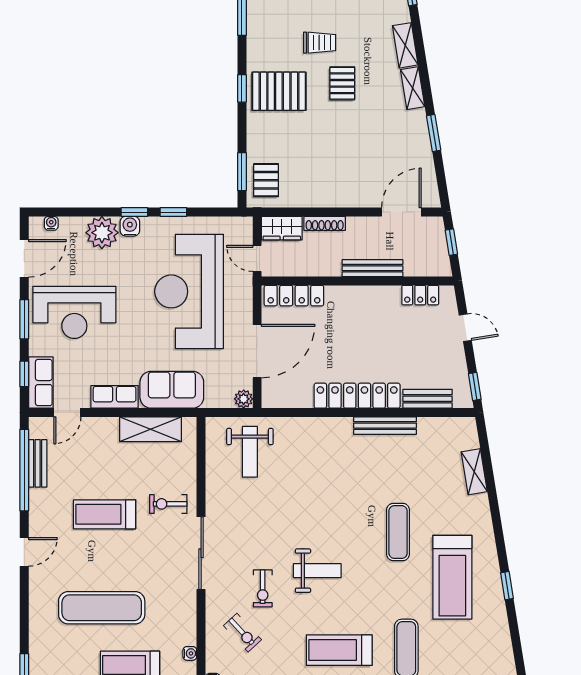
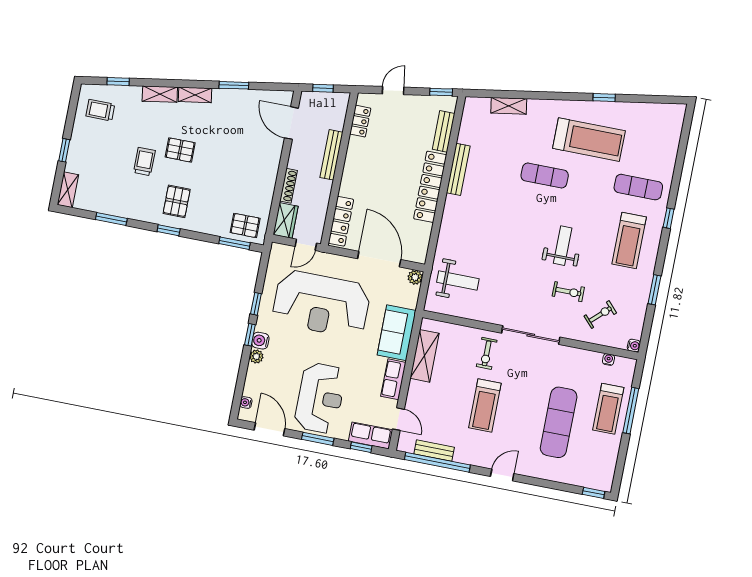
pallet: (279, 91) -> (177, 201), width x0.67, depth x0.71
plant: (102, 233) -> (256, 356), width x0.53, depth x0.53
door: (24, 552) -> (502, 475), hinge flipped

